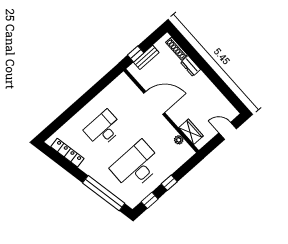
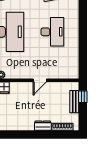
door: (154, 103) -> (40, 80), width x0.53

